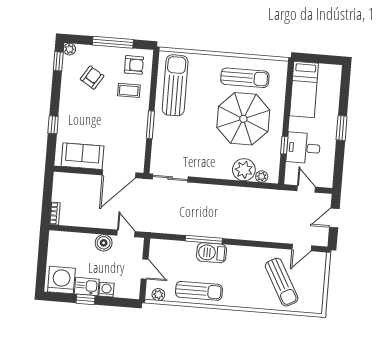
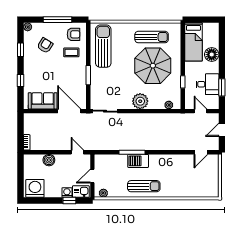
window: (58, 61) -> (20, 50), moved
floor lamp: (329, 110) -> (212, 55), added
window: (342, 128) -> (222, 87), moved
desk: (303, 148) -> (207, 84), moved, turned 180
plant: (244, 170) -> (140, 101), moved
door: (119, 174) -> (69, 111), swing flipped
boiler: (104, 243) -> (49, 160), moved
door: (145, 269) -> (92, 176), swing flipped
sun lounger: (282, 282) -> (189, 177), removed
kitchen sink: (87, 287) -> (81, 191), moved
sun lounger: (199, 291) -> (144, 186), moved
window: (85, 299) -> (69, 201), moved

